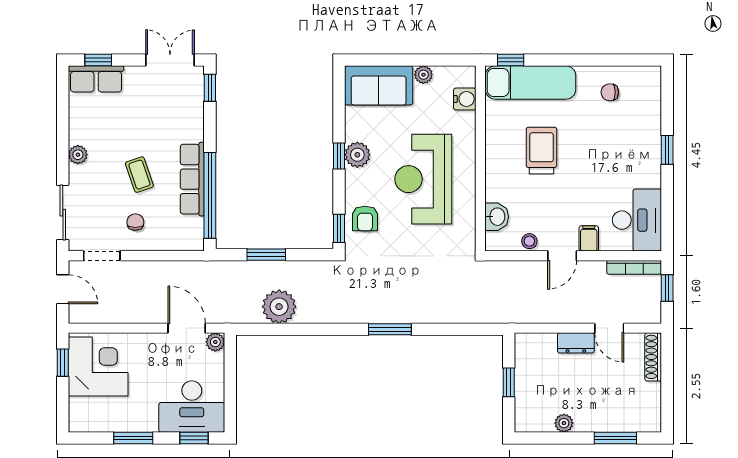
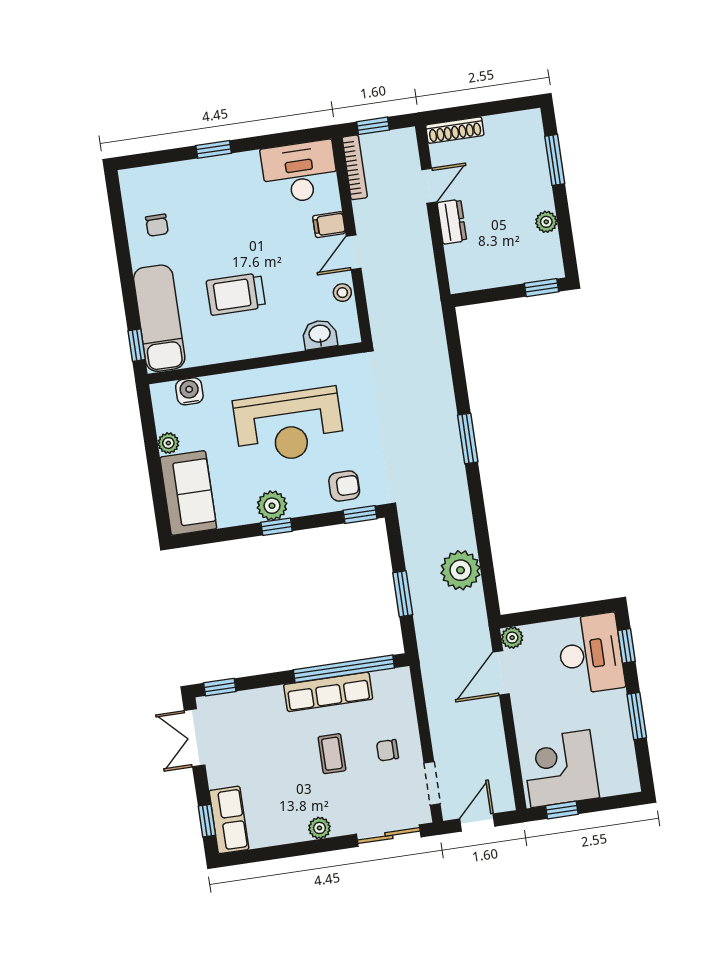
coffee table: (139, 175) -> (332, 754), turned -71
door: (562, 256) -> (354, 252), swing flipped
window: (509, 382) -> (541, 288), moved

